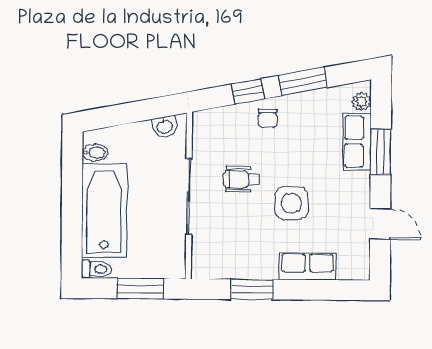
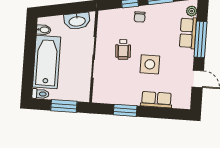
washbasin: (165, 126) -> (77, 21), width x1.91, depth x1.45
window: (381, 152) -> (201, 39), width x1.44
wheelchair: (241, 179) -> (123, 49), turned -93

